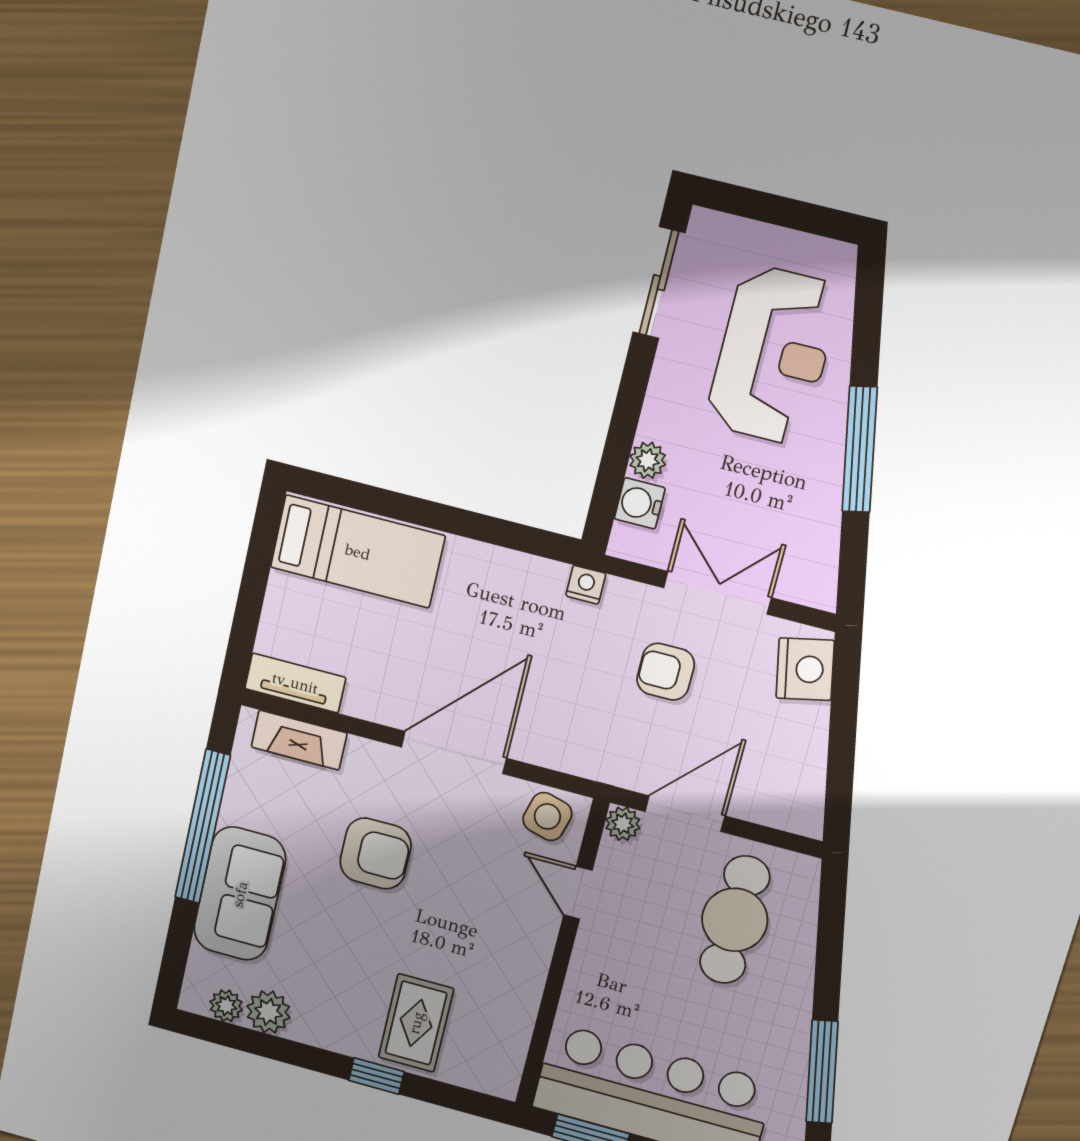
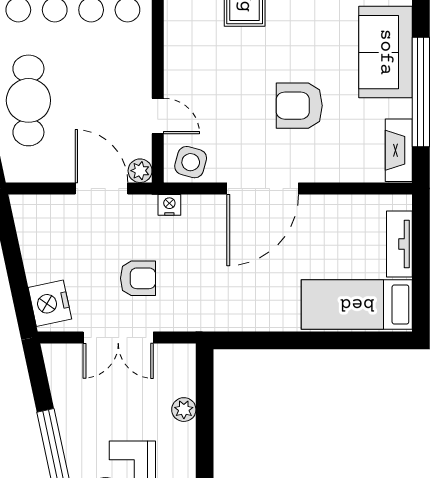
water cooler: (640, 503) -> (182, 381), removed
nightstand: (586, 585) -> (169, 205), moved, turned 180
tv unit: (295, 683) -> (399, 244), moved, turned 90
fireplace: (299, 740) -> (399, 150), moved, turned -90
door: (685, 814) -> (101, 188), swing flipped
cafe table: (735, 920) -> (28, 100), moved

